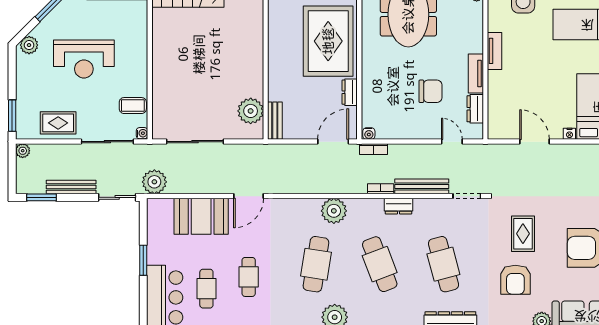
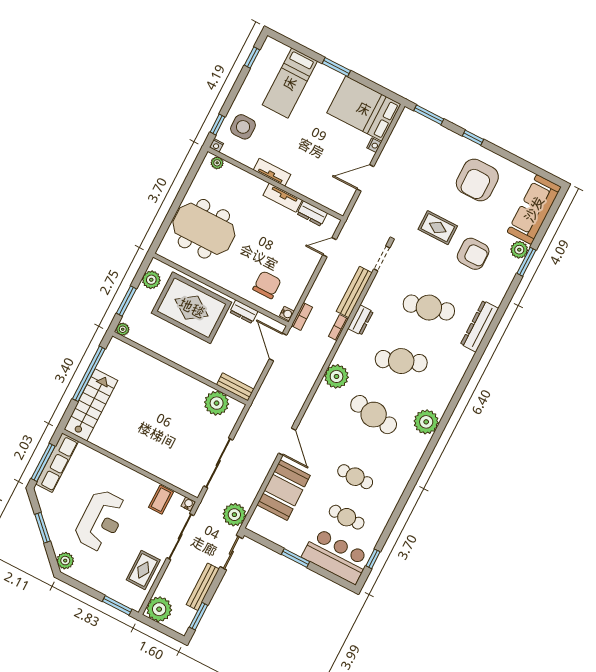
chair: (430, 91) -> (267, 285), moved
plant: (23, 151) -> (159, 609), width x1.87, depth x1.87

